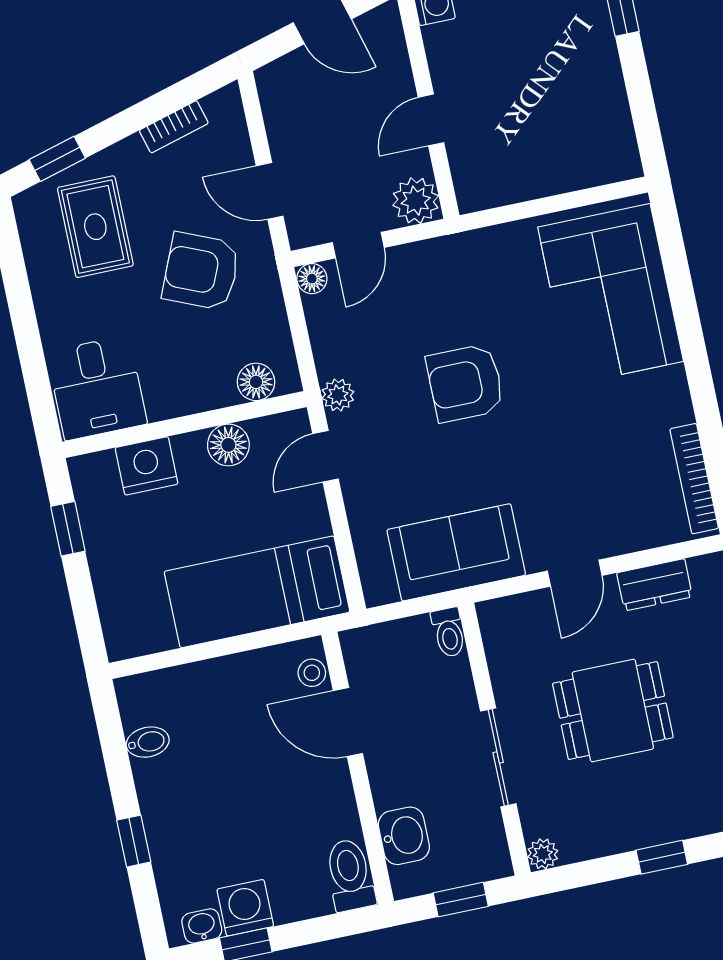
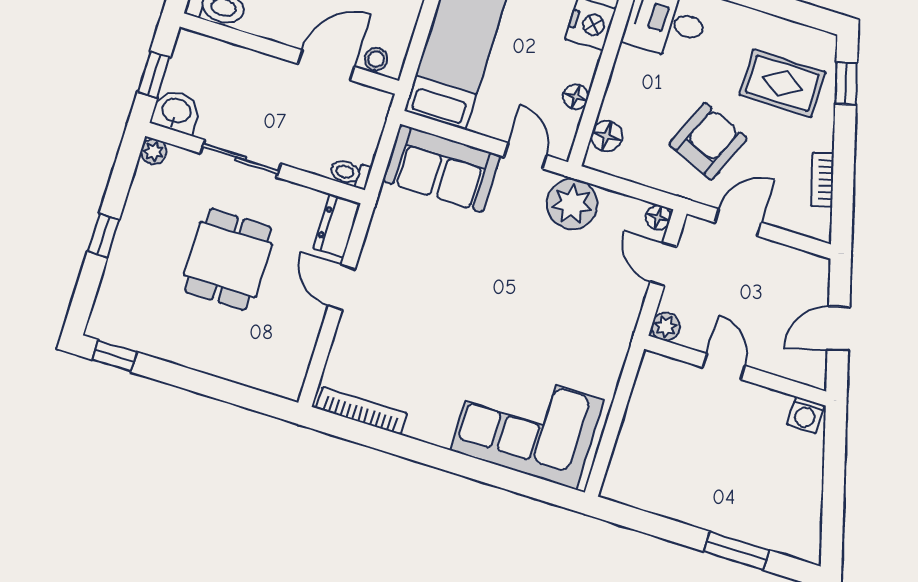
plant: (416, 201) -> (666, 327), width x0.73, depth x0.73
armchair: (465, 383) -> (522, 285), removed
plant: (338, 395) -> (572, 204), width x1.88, depth x1.88
floor lamp: (228, 445) -> (576, 97), width x0.73, depth x0.73
sofa: (456, 552) -> (442, 168), moved, turned 90
dresser: (655, 585) -> (337, 226), moved
washbasin: (404, 836) -> (176, 112), moved, turned 180

